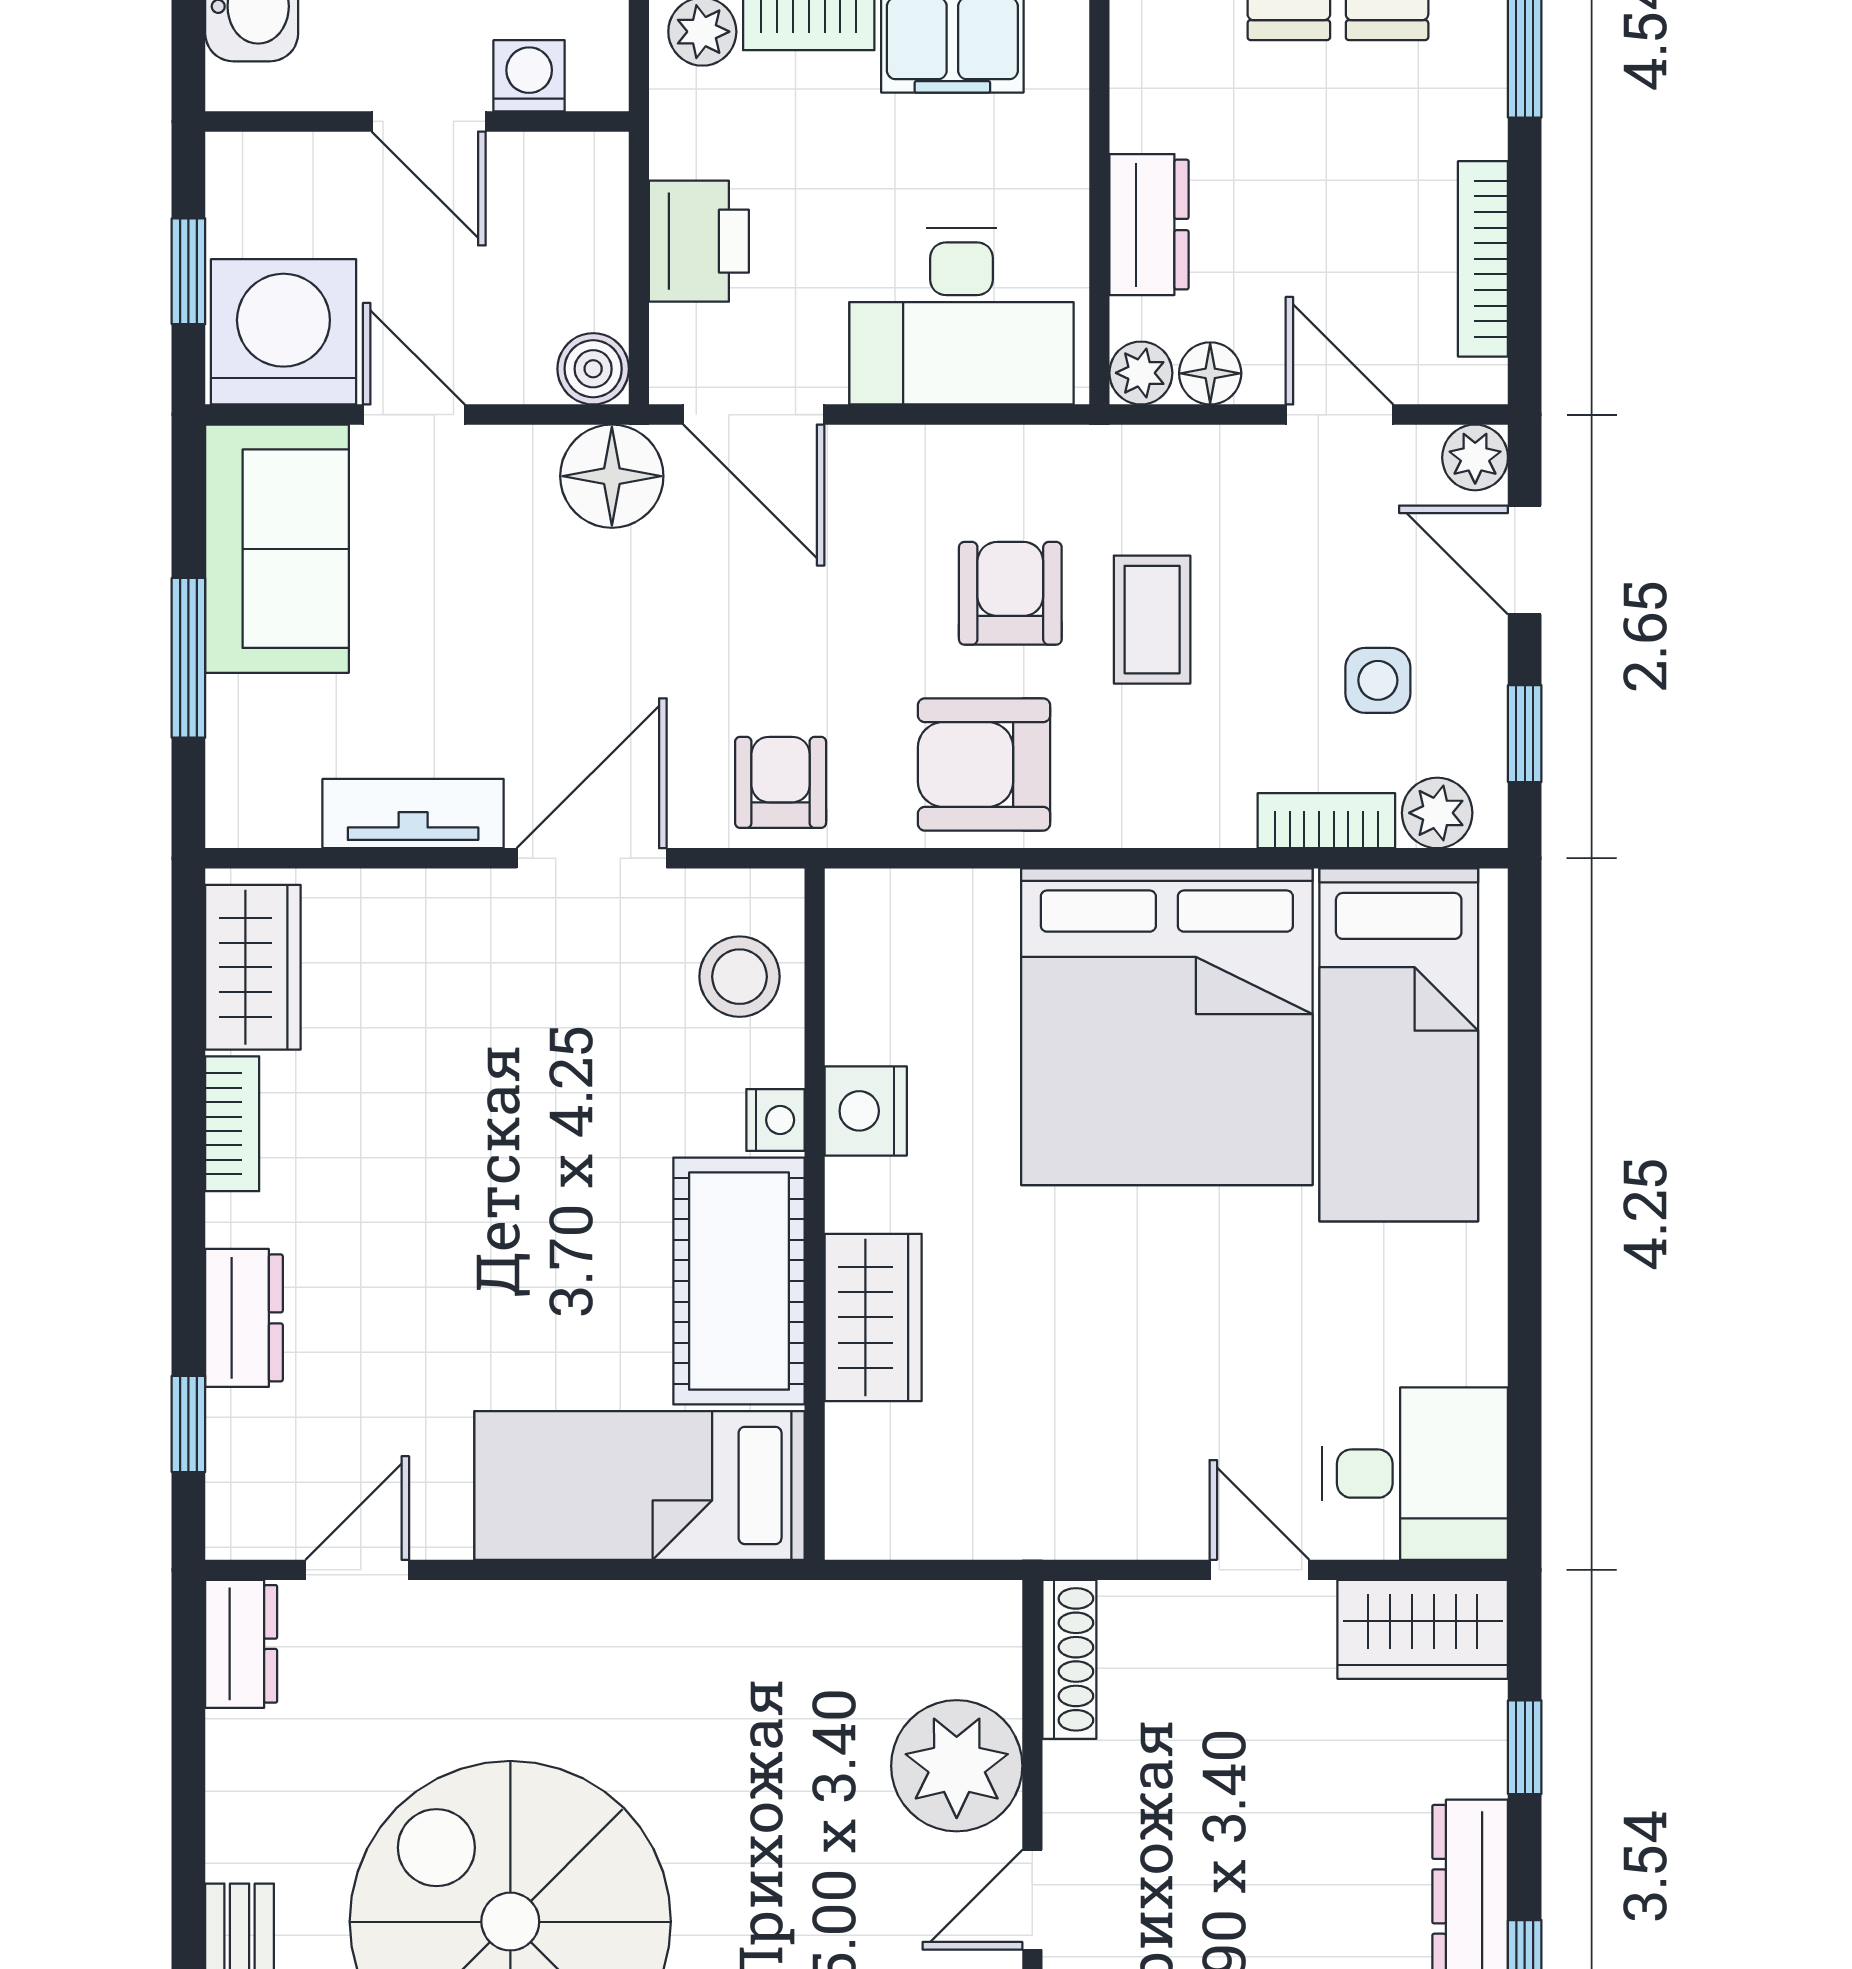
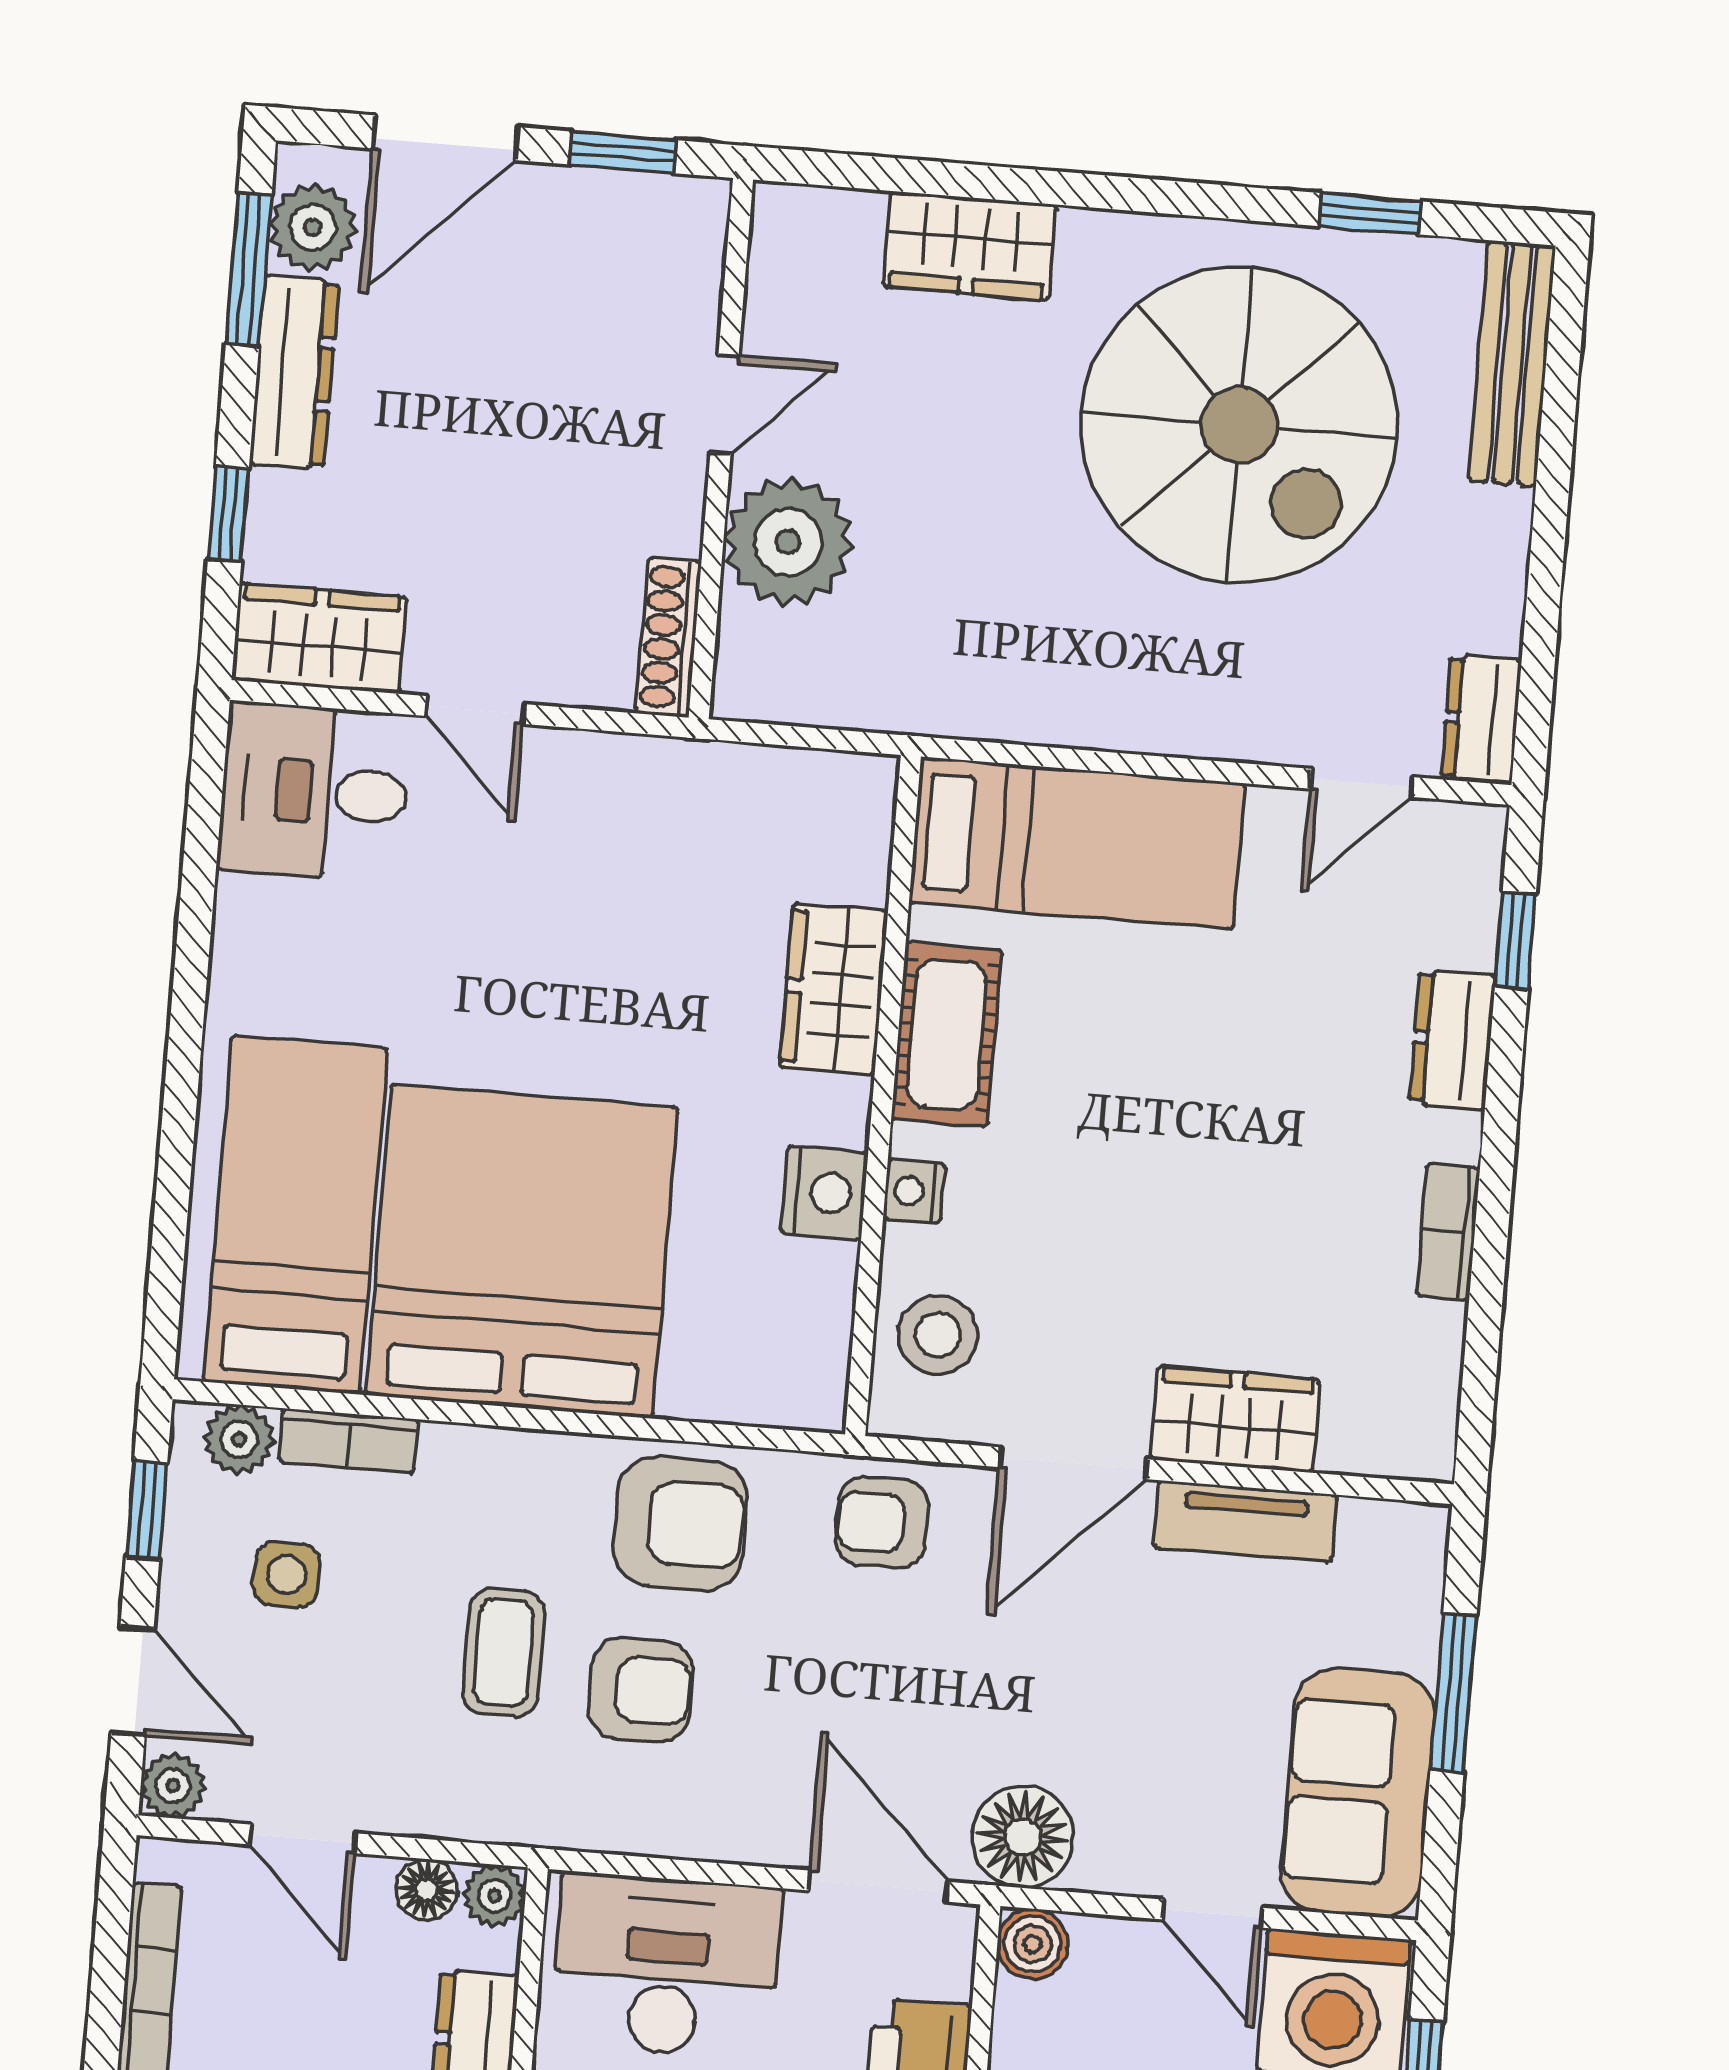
armchair: (1010, 593) -> (641, 1690), turned -90
armchair: (781, 782) -> (882, 1523), turned 90
wardrobe: (253, 967) -> (1235, 1419), moved, turned 90
cot: (739, 1281) -> (946, 1035), width x0.73, depth x0.75

